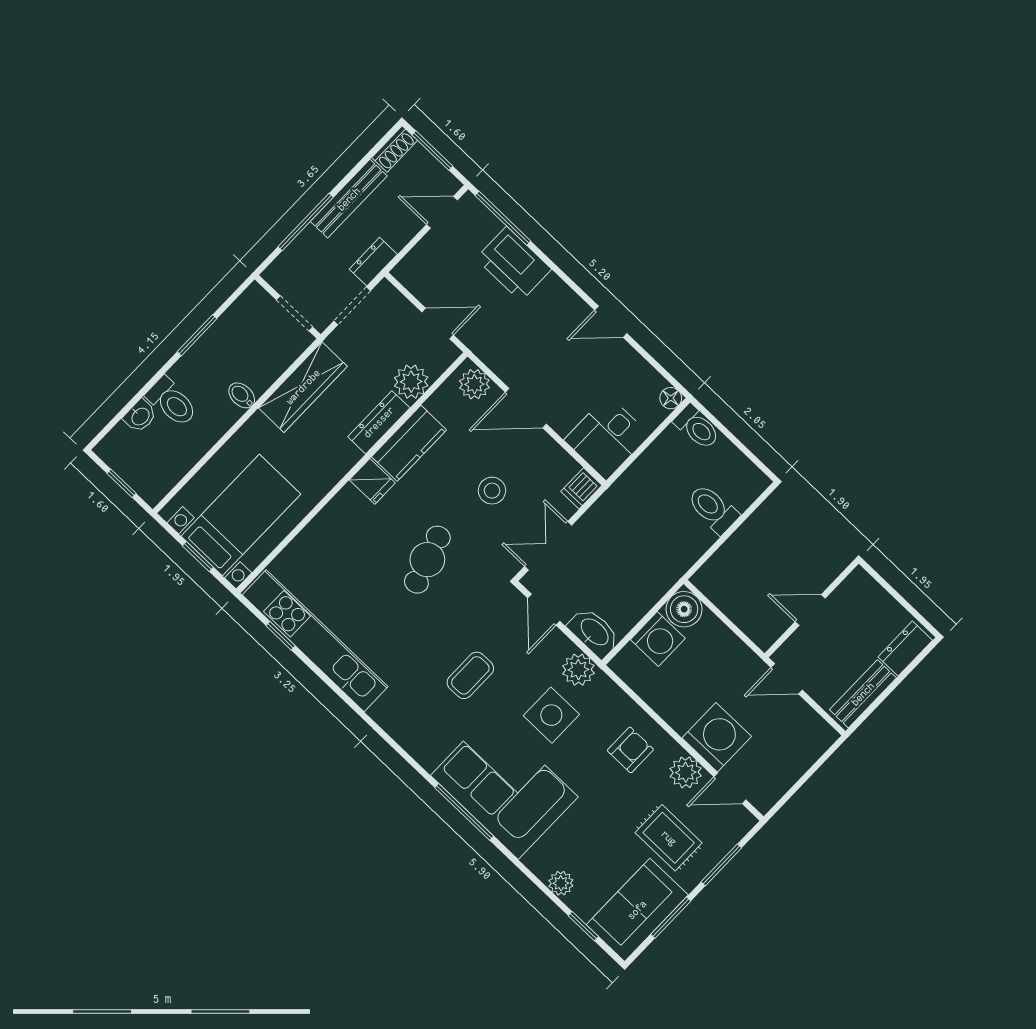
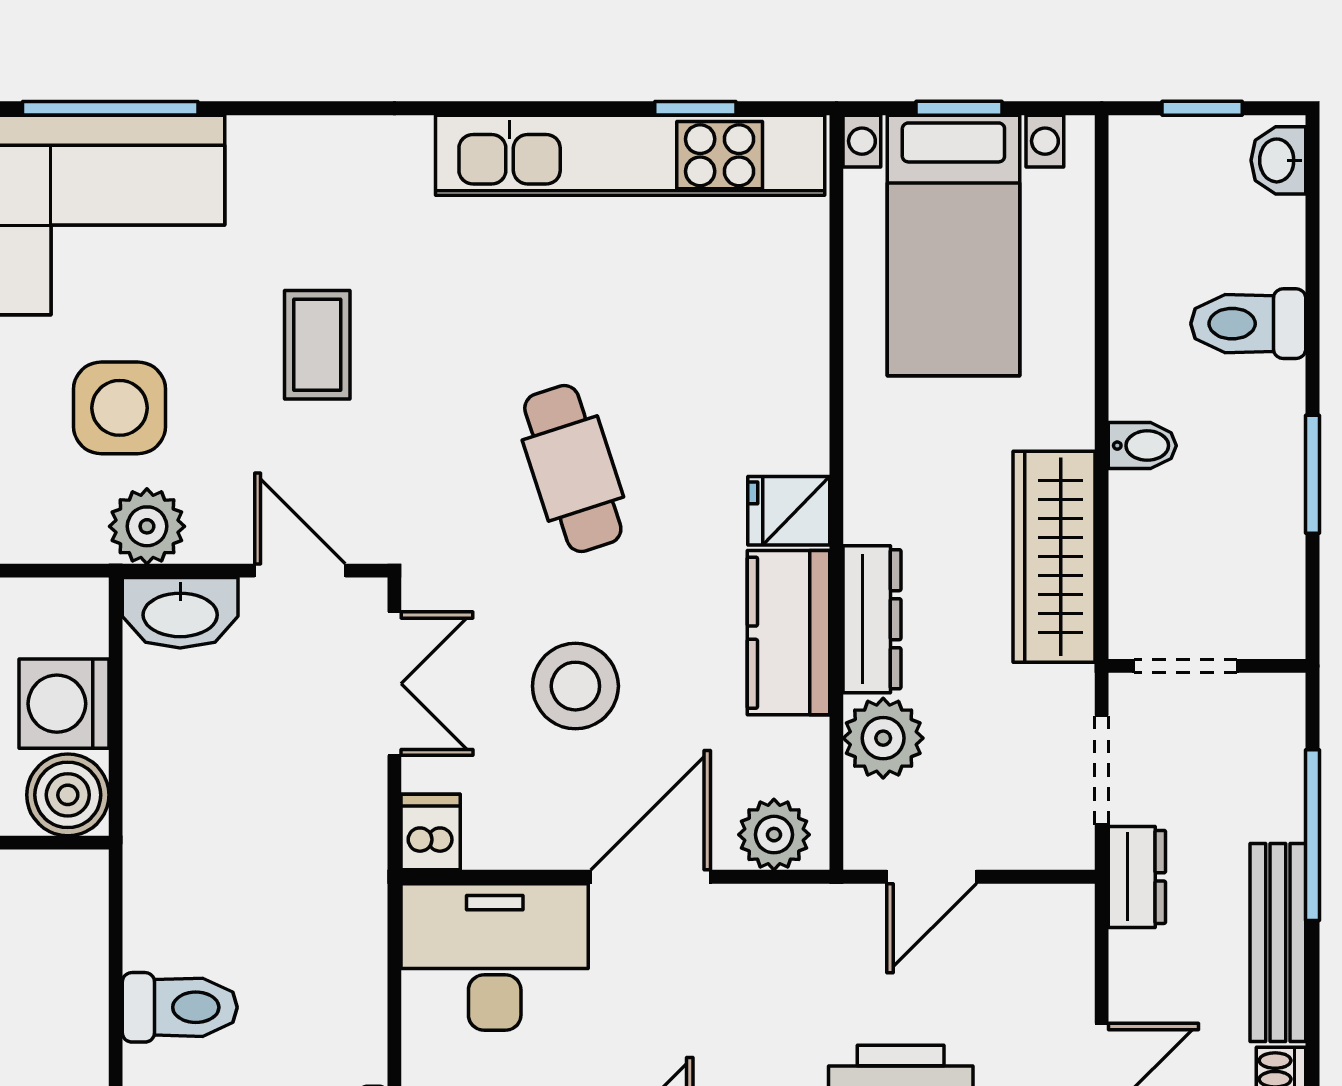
washbasin: (140, 416) -> (1278, 160), moved
desk: (607, 437) -> (495, 957), width x1.37
stool: (492, 491) -> (575, 686), width x1.38, depth x1.38

